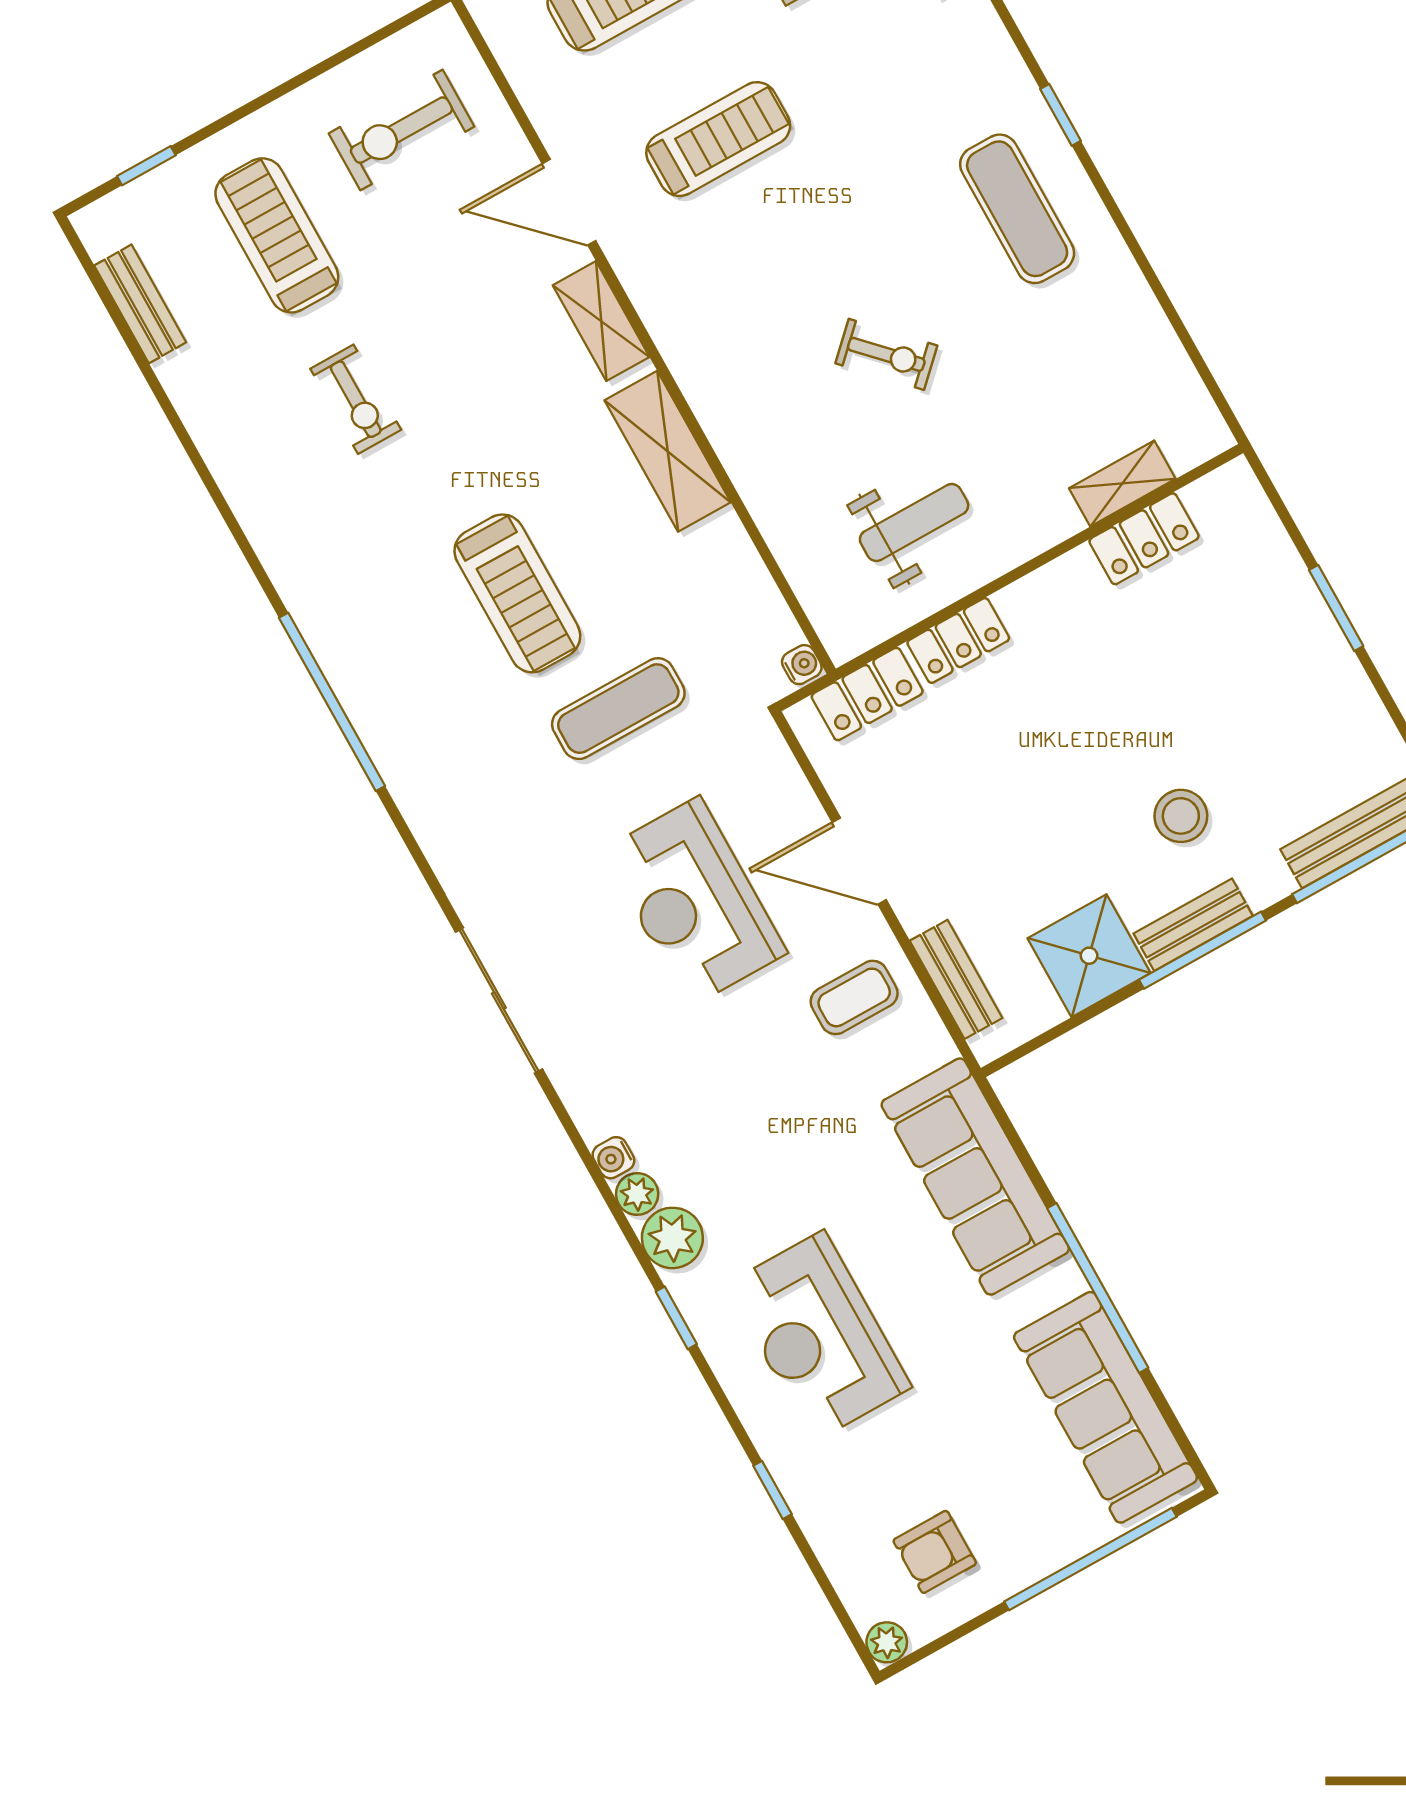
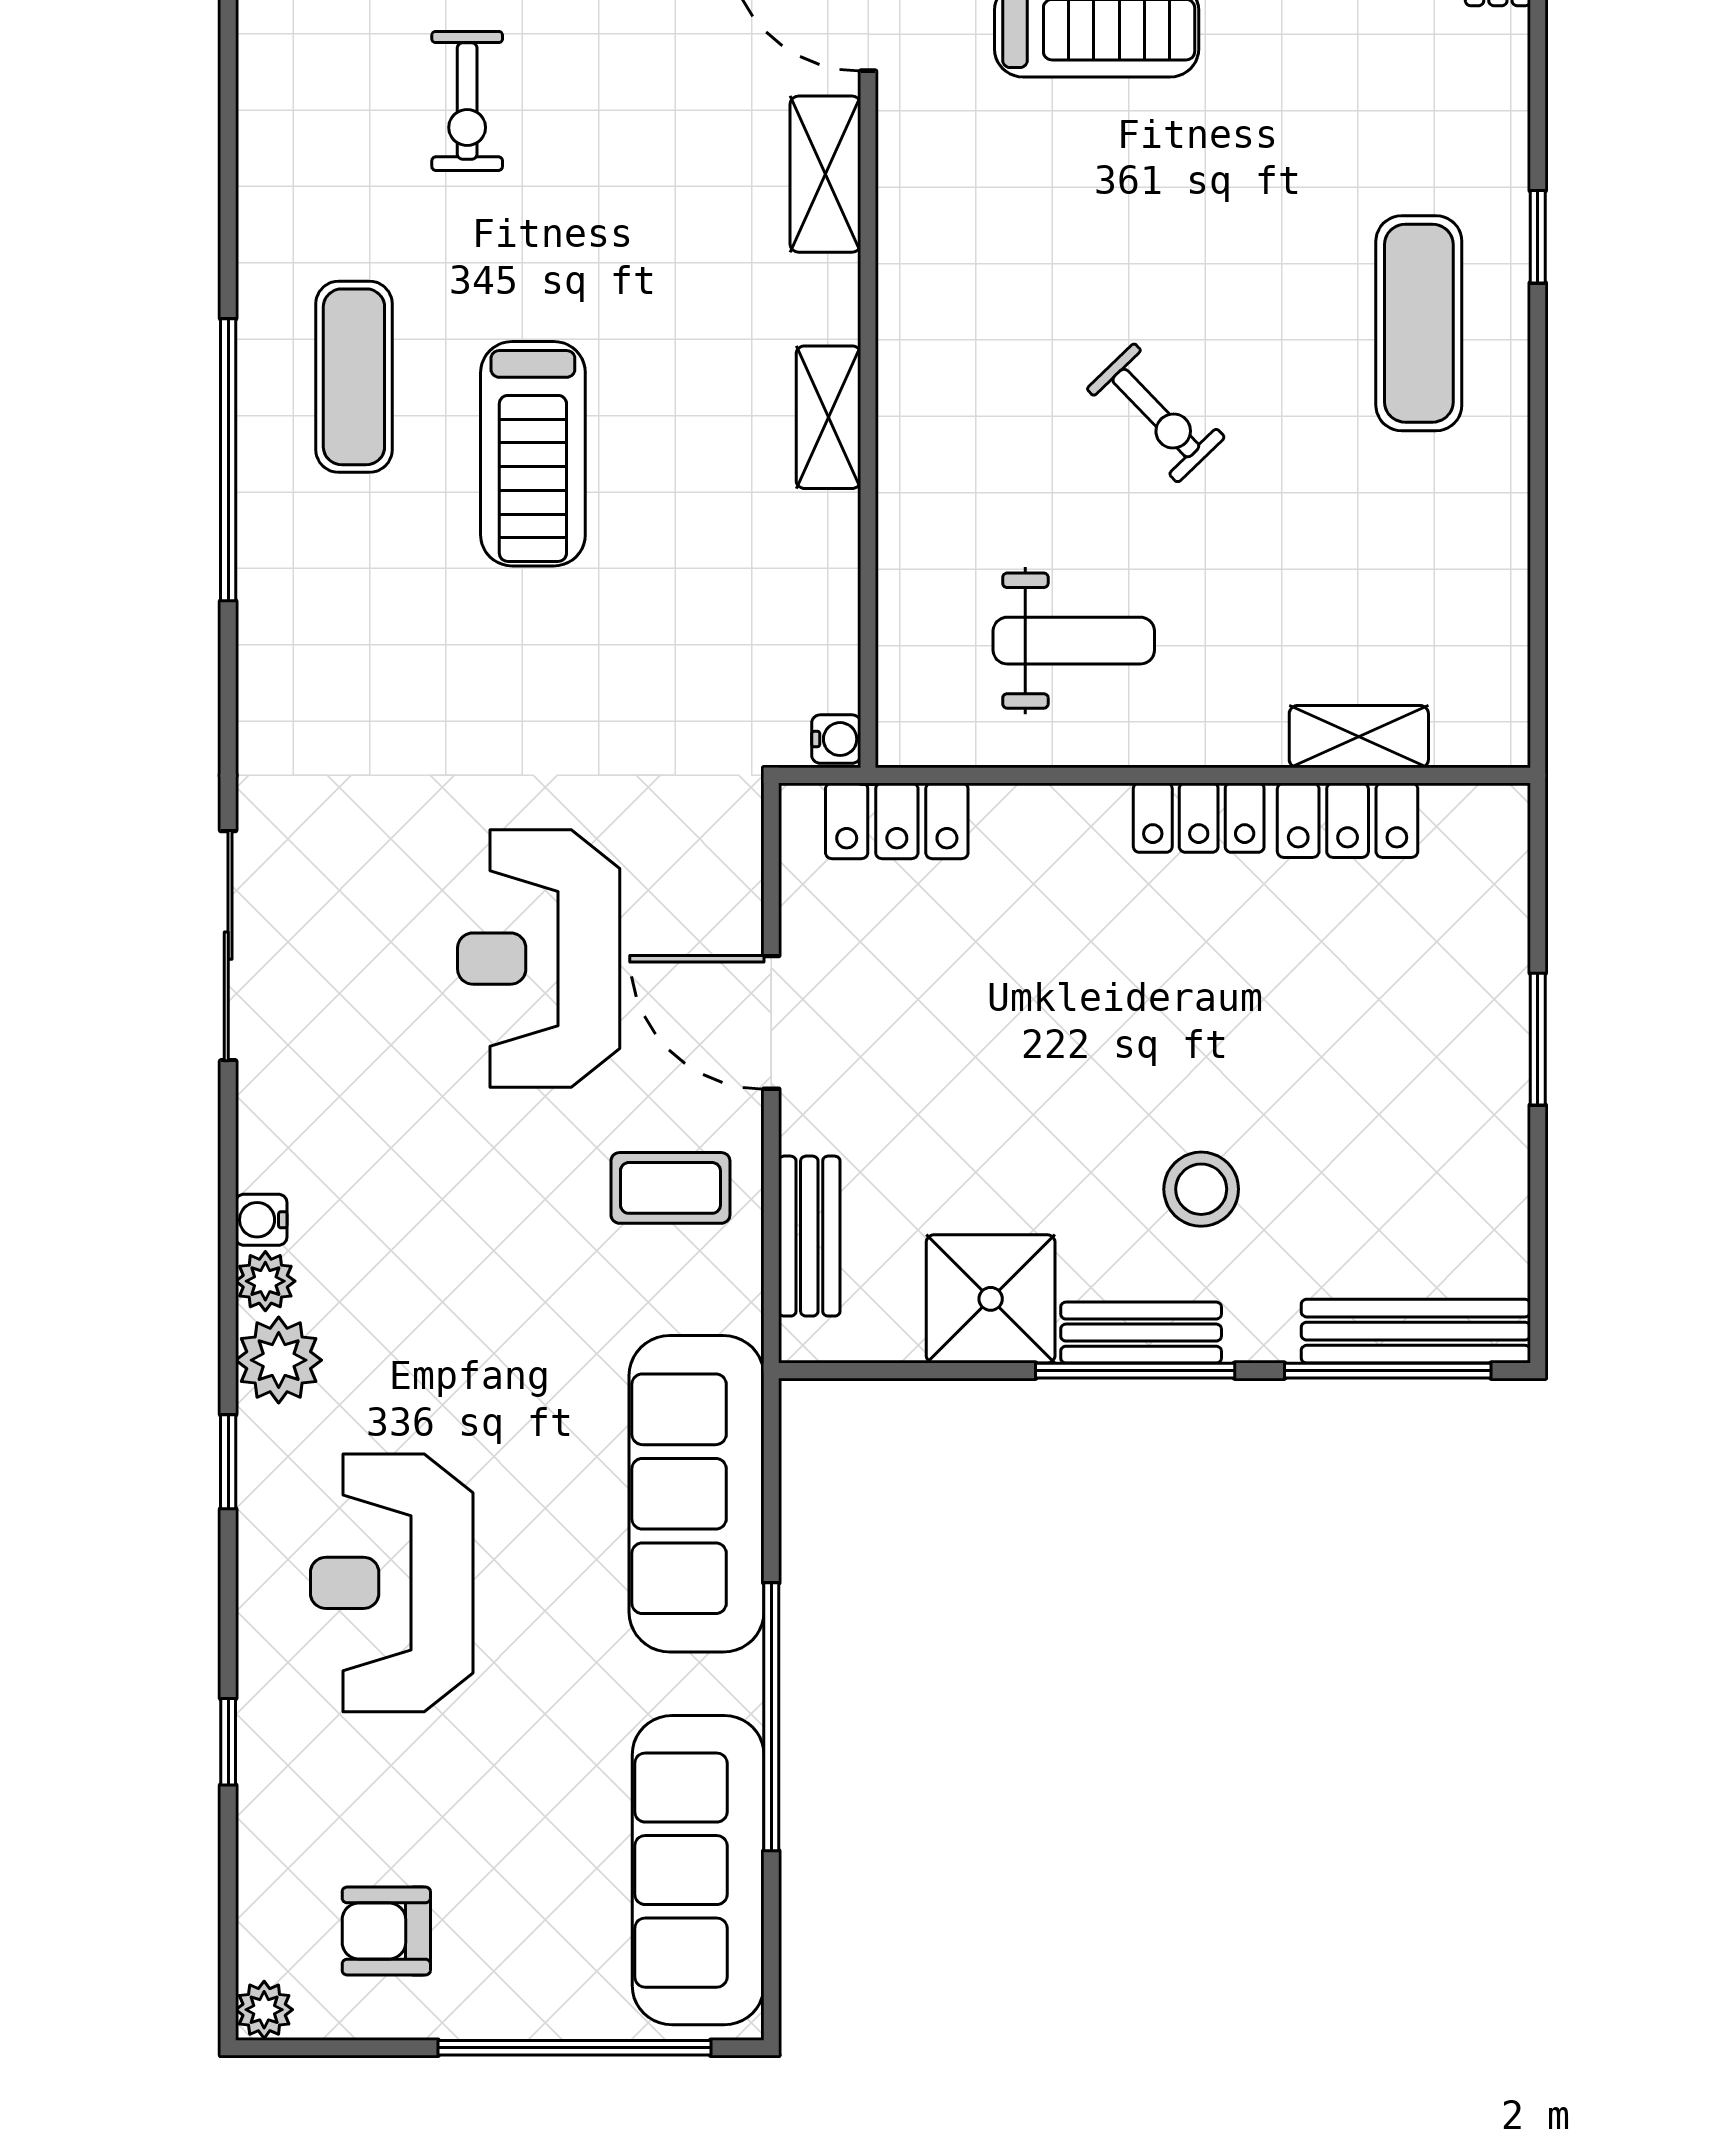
shelving: (668, 451) -> (828, 417), width x0.67, depth x0.75
locker: (958, 641) -> (1199, 818), moved
exercise mat: (618, 709) -> (354, 377), moved, turned 90

